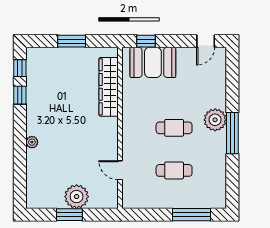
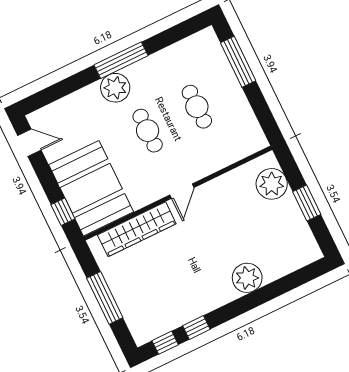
window: (72, 41) -> (105, 298), width x1.44
booth: (153, 62) -> (91, 188), width x1.36, depth x1.42
plant: (32, 142) -> (247, 278), width x1.88, depth x1.88
door: (120, 170) -> (182, 191), moved
plant: (77, 197) -> (272, 184), moved

